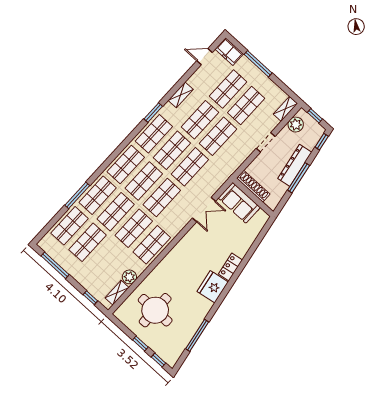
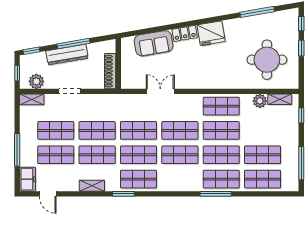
shop shelf: (126, 164) -> (180, 179), removed
window: (77, 195) -> (216, 194), moved
sofa: (239, 203) -> (154, 43), moved, turned 80

